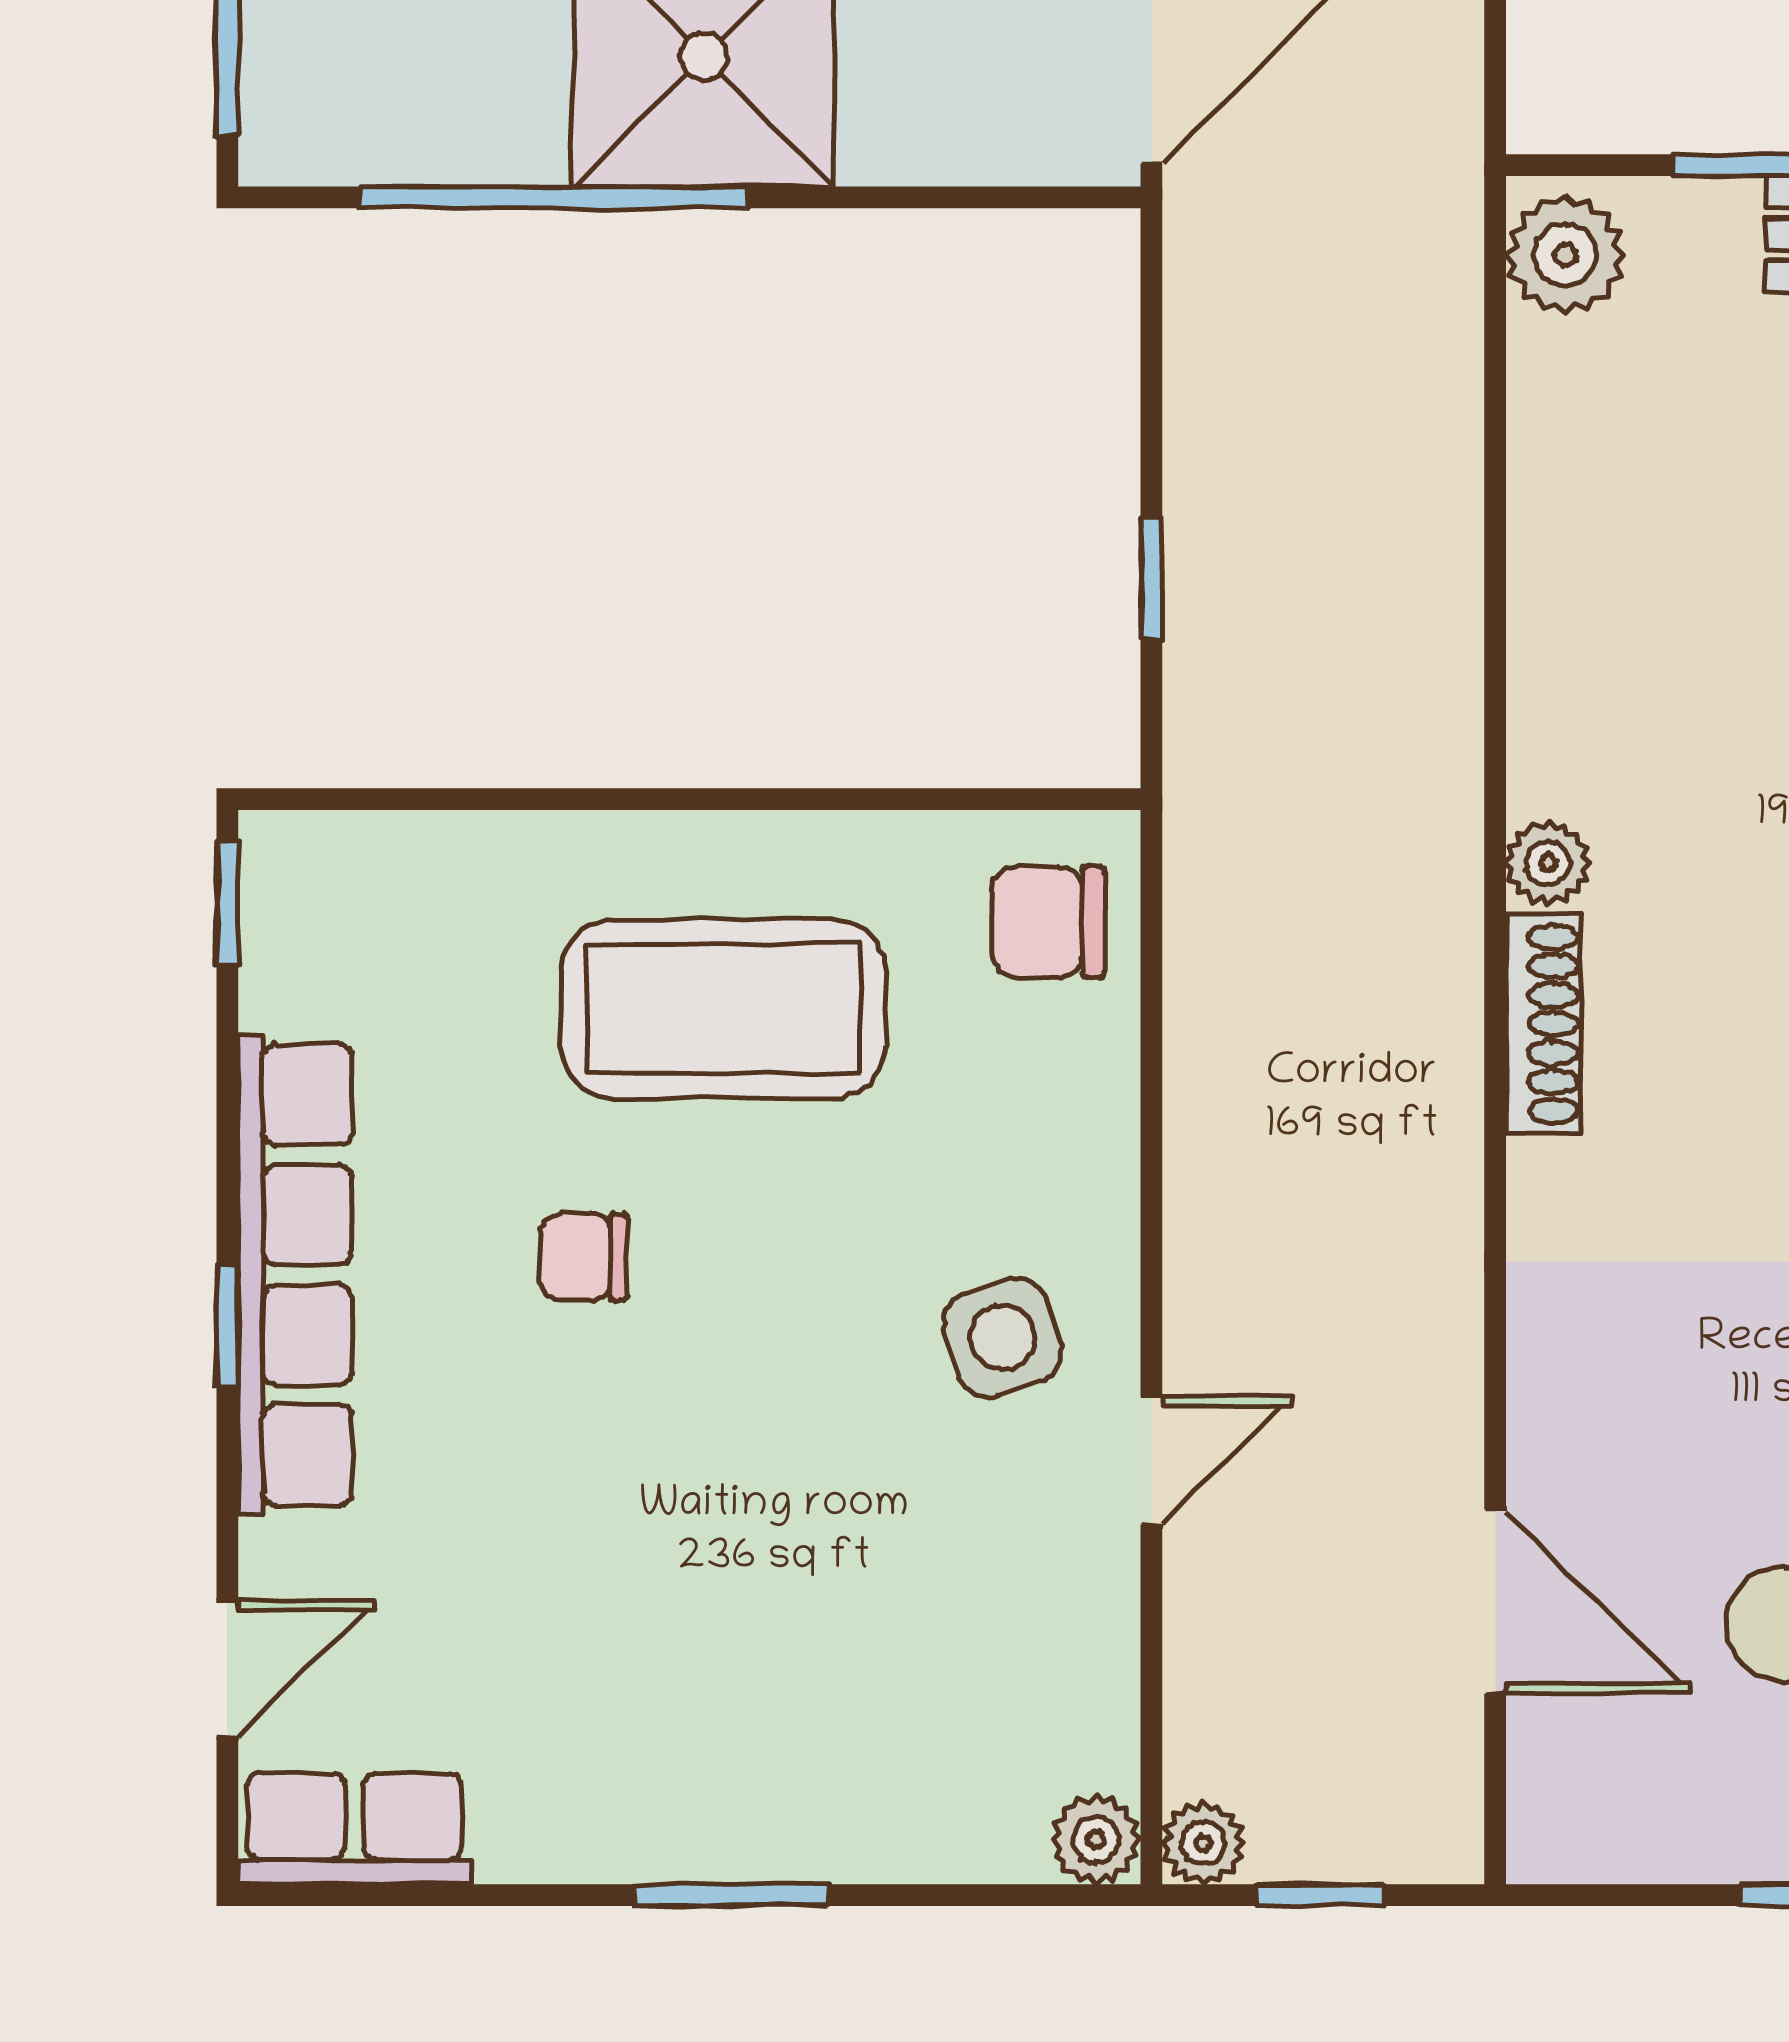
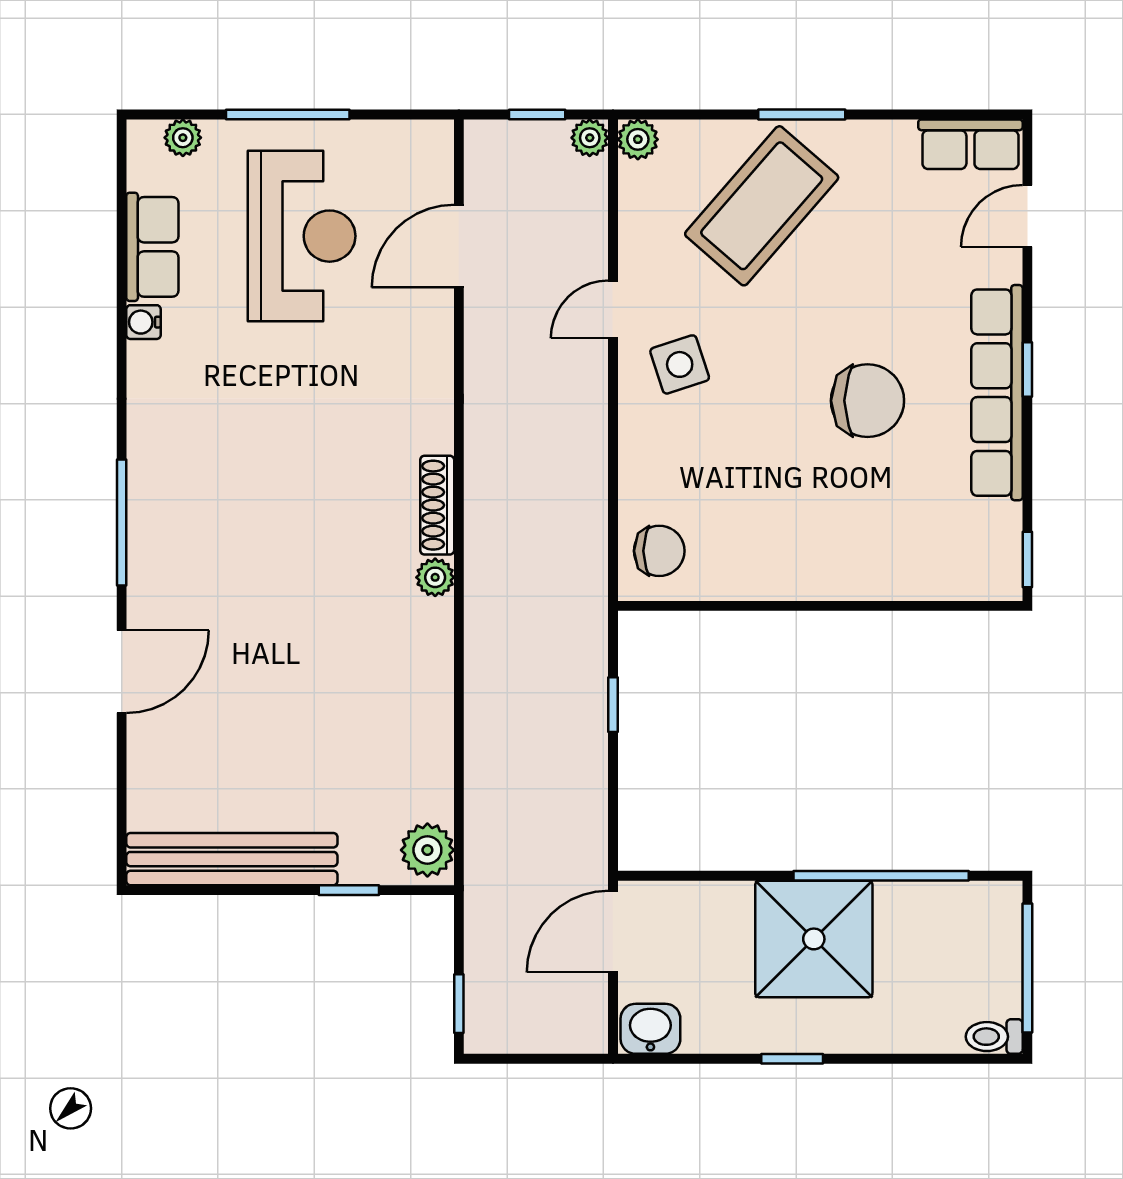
coffee table: (723, 1009) -> (762, 206), moved, turned -49
chair: (584, 1257) -> (867, 401), width x1.87, depth x1.87
door: (1495, 1602) -> (459, 246), hinge flipped

